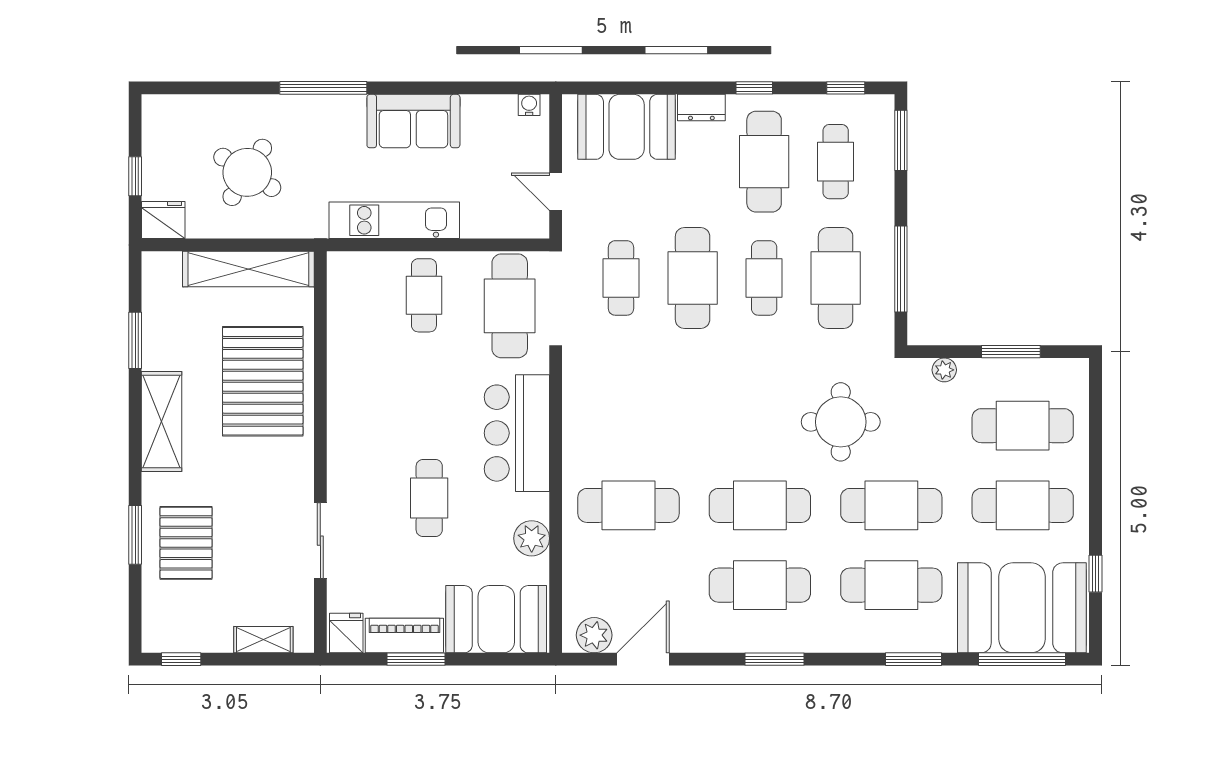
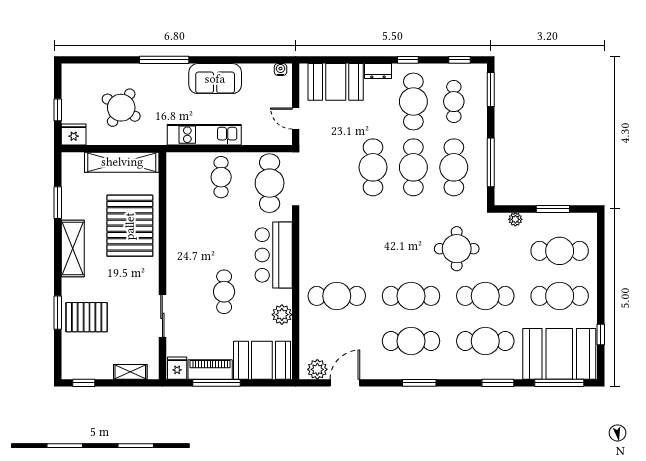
cafe table: (621, 278) -> (332, 167), removed
cafe table: (764, 278) -> (413, 167), width x1.37, depth x1.35
pallet: (186, 543) -> (87, 317), turned 90
window: (416, 659) -> (217, 383), width x1.44

